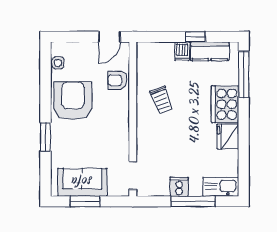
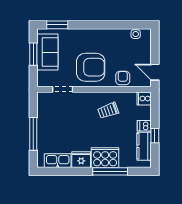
window: (244, 74) -> (110, 171), moved
armchair: (73, 101) -> (91, 67), moved
window: (45, 137) -> (57, 25), moved
doorway: (133, 176) -> (63, 89), moved
cooker: (179, 187) -> (144, 99), moved, turned 180
kitchen sink: (221, 187) -> (58, 161), moved, turned -90

